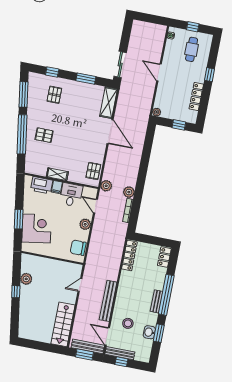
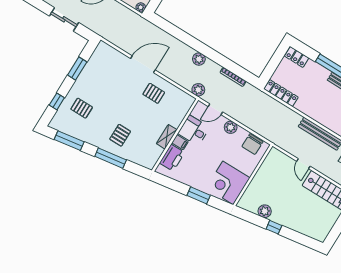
sliding door: (120, 65) -> (64, 19), moved
shelving: (109, 103) -> (112, 54), removed
window: (22, 134) -> (111, 158), width x0.68
pallet: (93, 171) -> (154, 93), moved
plant: (129, 192) -> (199, 59), moved
corner desk: (37, 228) -> (228, 183), moved, turned -81
door: (80, 285) -> (303, 164), moved

